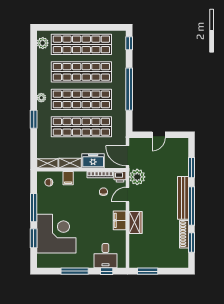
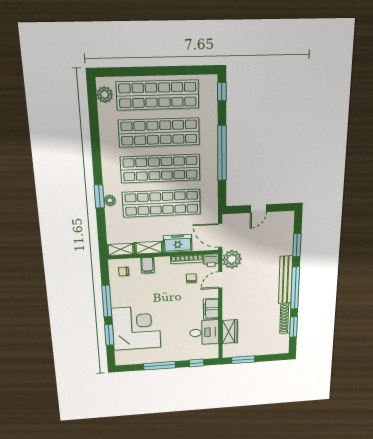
plant: (41, 98) -> (110, 200), moved
wardrobe: (136, 223) -> (230, 332), moved
desk: (105, 256) -> (204, 332), moved, turned -90

